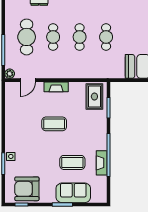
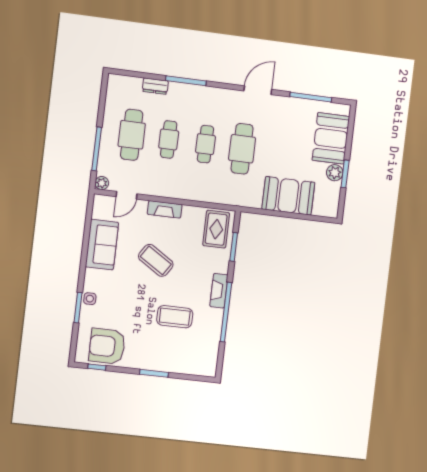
cafe table: (106, 37) -> (242, 149), width x1.37, depth x1.35
coffee table: (54, 124) -> (156, 260), turned 33
fireplace: (102, 163) -> (219, 291), moved
sofa: (73, 193) -> (102, 245), moved, turned 90

